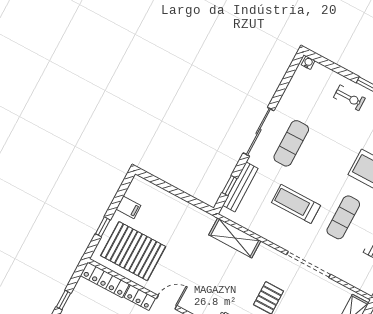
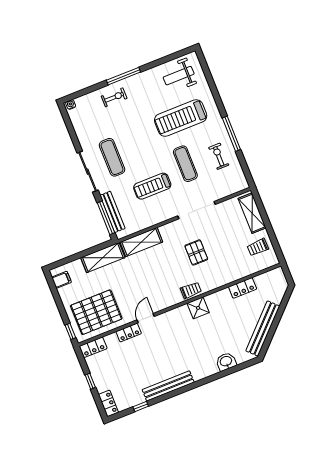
window: (230, 186) -> (106, 218), width x2.17
filing cabinet: (128, 207) -> (62, 280), moved
shelving: (190, 214) -> (103, 258), added
window: (103, 227) -> (70, 331), moved
locker: (105, 280) -> (93, 347), width x0.66

